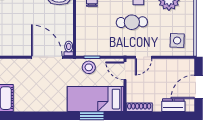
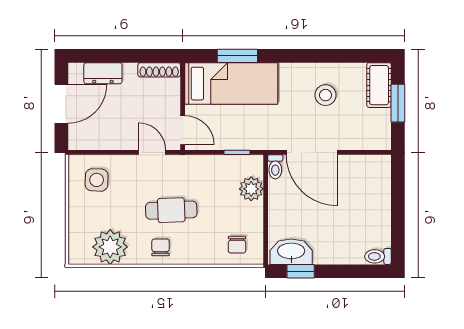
plant: (83, 35) -> (251, 189), added
door: (143, 57) -> (152, 152), hinge flipped
stool: (89, 67) -> (326, 95), moved

